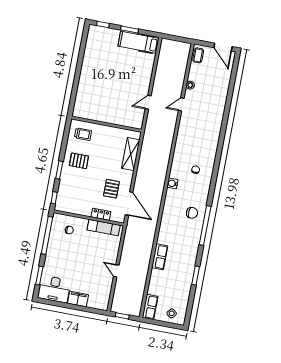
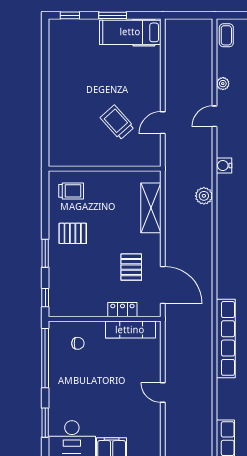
trolley: (120, 97) -> (117, 122), added
plant: (165, 153) -> (204, 196), added
water cooler: (172, 183) -> (224, 166), moved
row of seats: (160, 257) -> (226, 338), width x2.02

